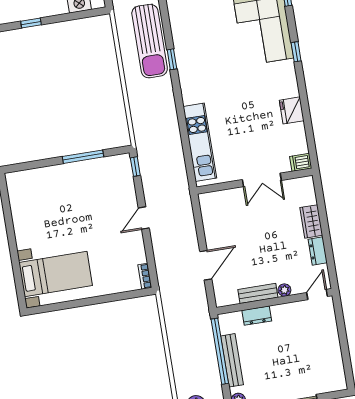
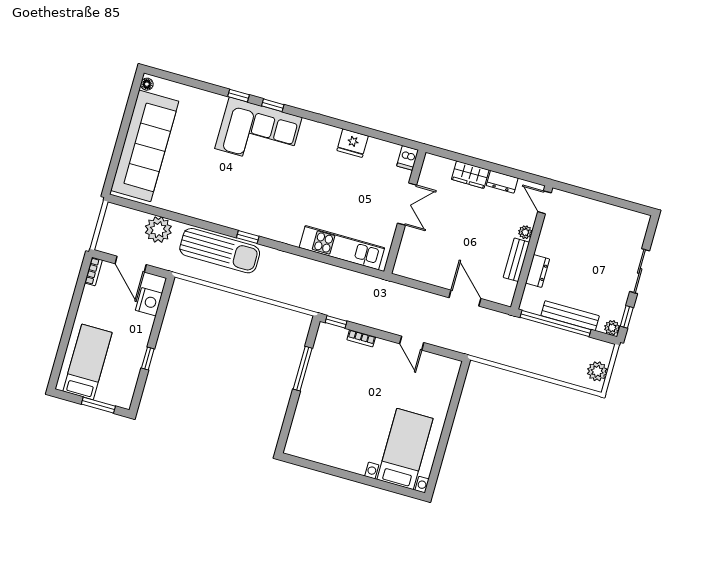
window: (296, 52) -> (273, 105), moved
door: (144, 218) -> (412, 343), moved
bookcase: (145, 276) -> (361, 338), moved

